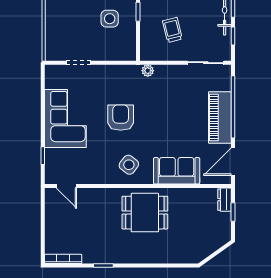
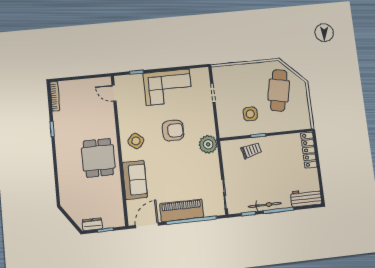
trolley: (172, 30) -> (251, 151), moved
plant: (148, 71) -> (208, 144), width x1.87, depth x1.87
door: (233, 162) -> (147, 225), hinge flipped
door: (66, 186) -> (114, 93), hinge flipped
dresser: (225, 200) -> (92, 224), moved

